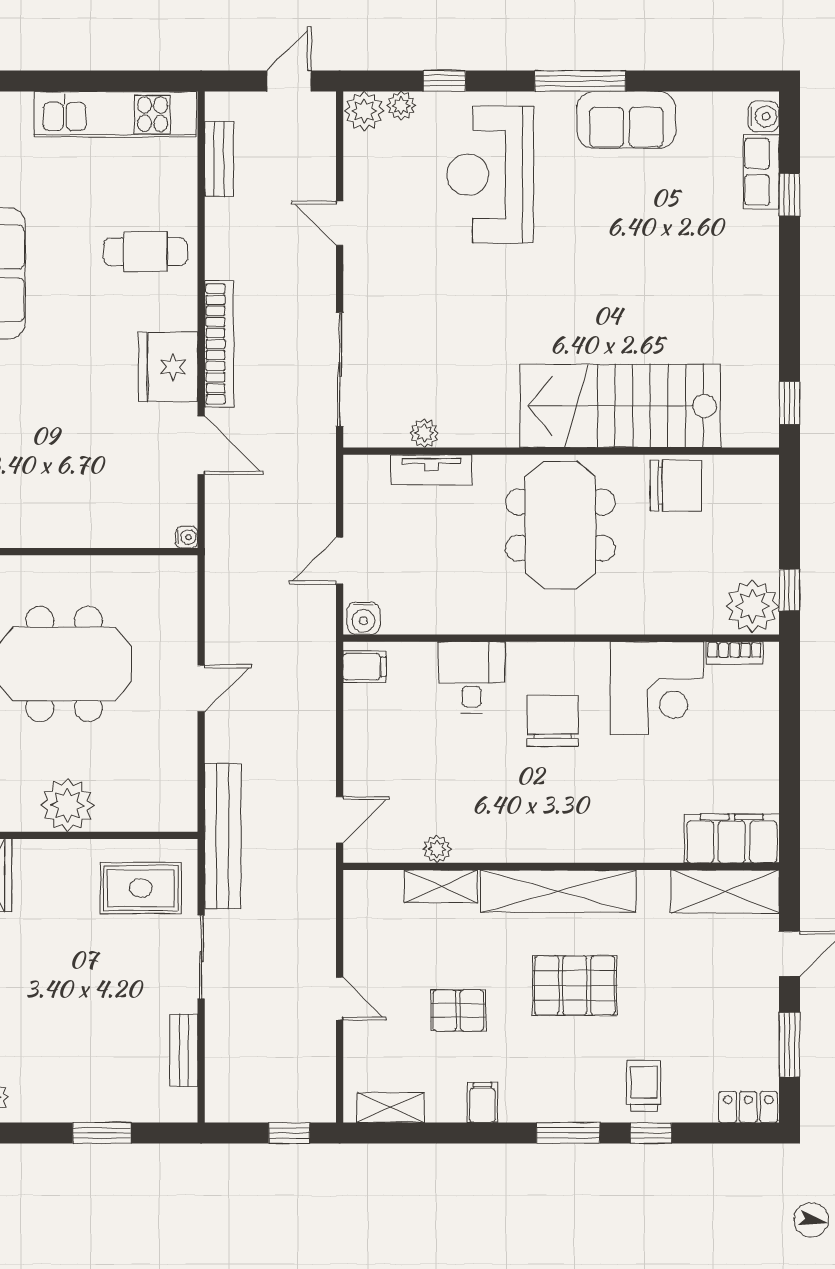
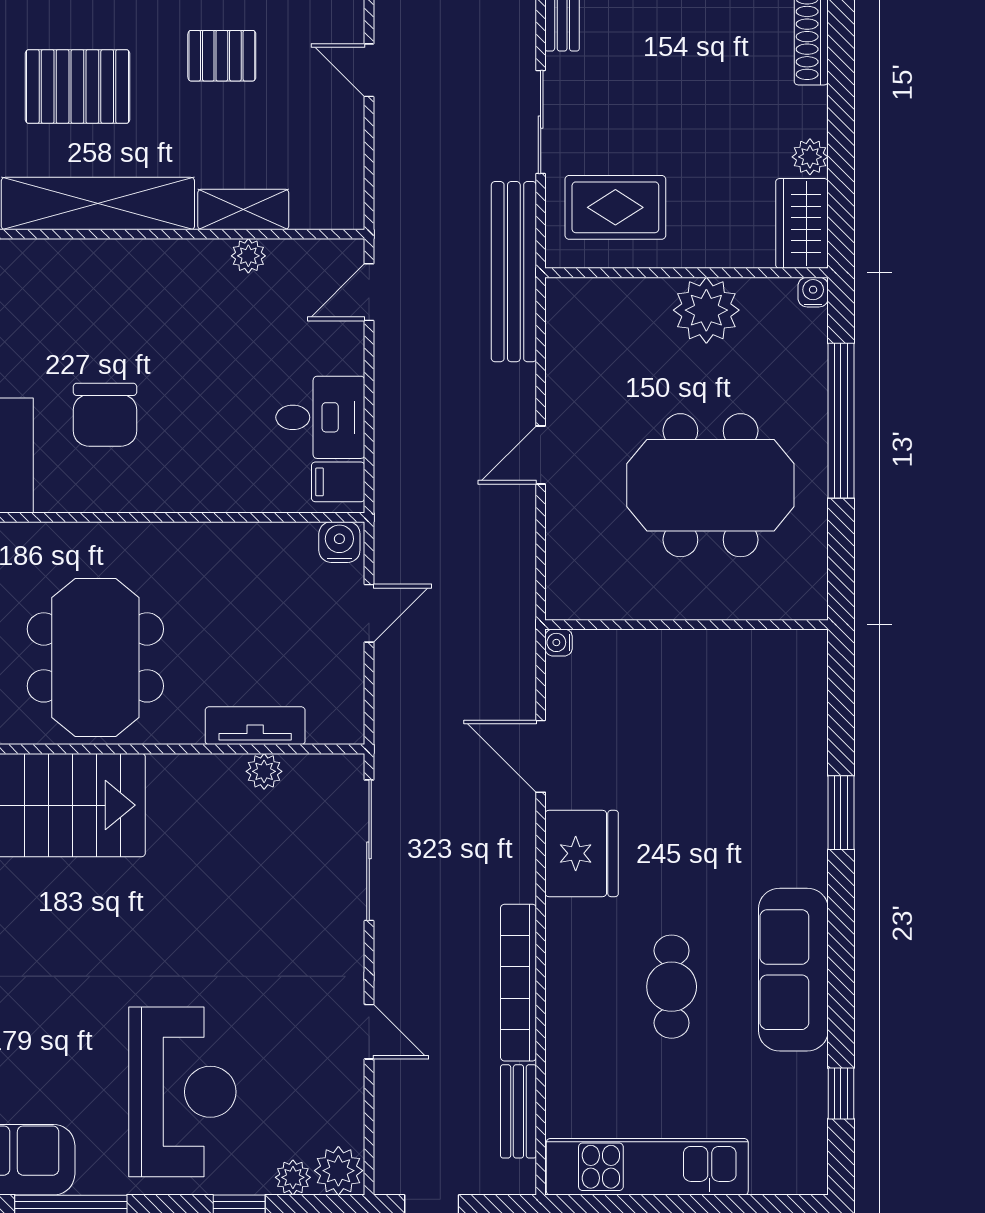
cafe table: (145, 252) -> (672, 987), moved, turned 90
bookcase: (219, 344) -> (518, 983), moved
desk: (472, 677) -> (320, 417), moved, turned -90

